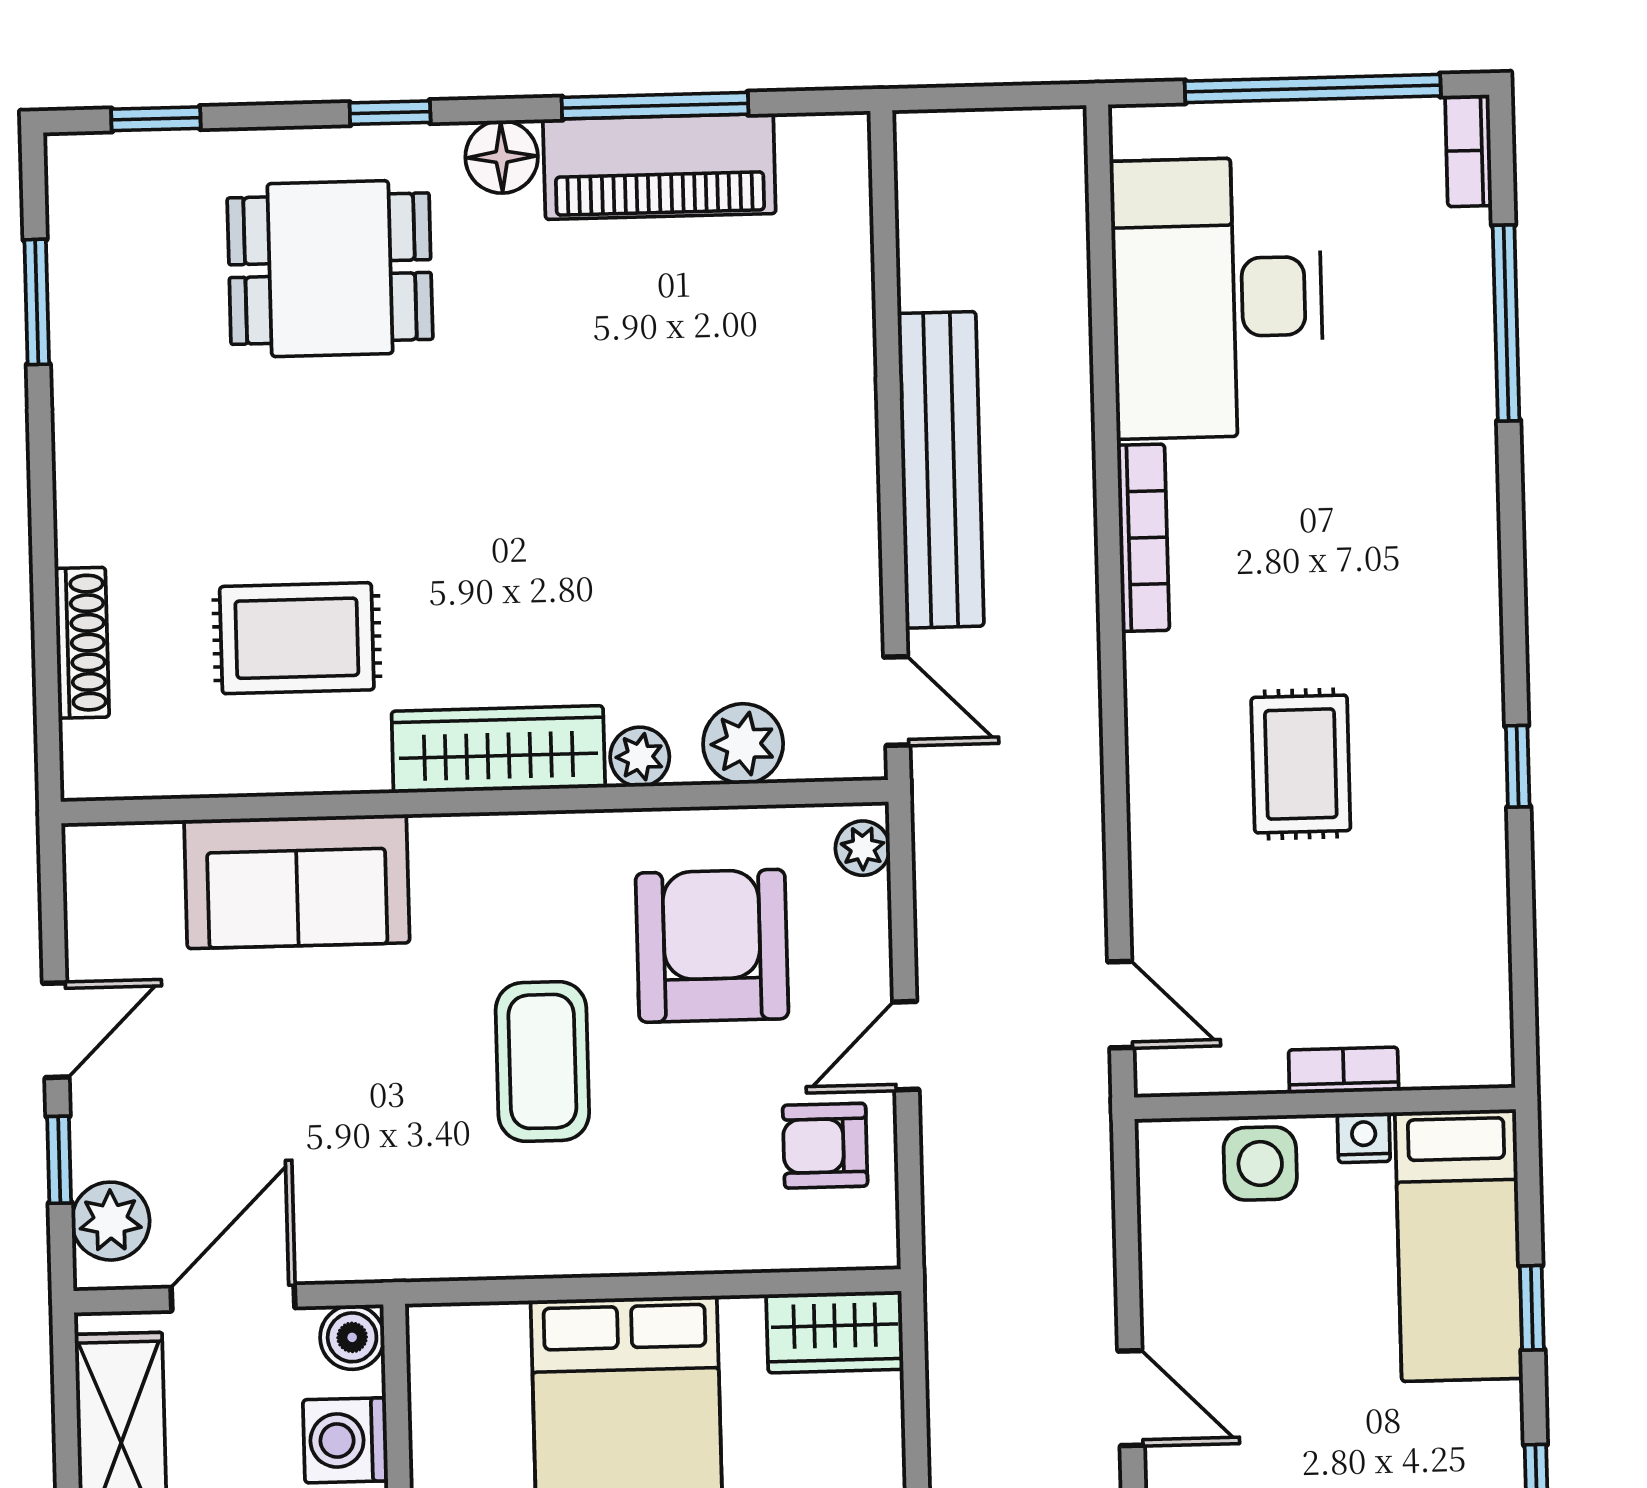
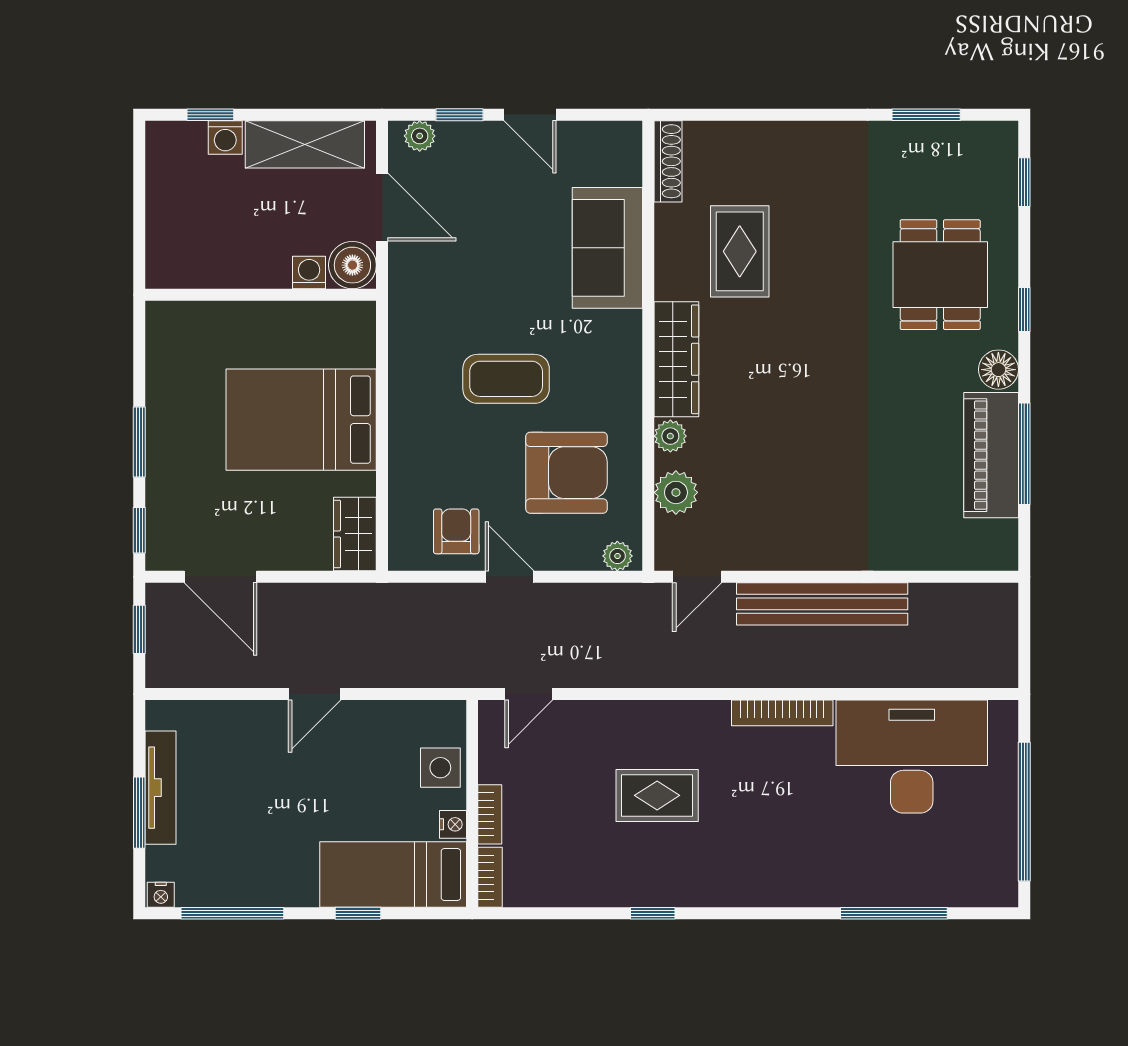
bookcase: (1469, 151) -> (490, 877), moved, turned 90
shoe rack: (82, 643) -> (668, 161), moved, turned -90
plant: (111, 1221) -> (420, 136), width x0.73, depth x0.73
boiler: (352, 1337) -> (352, 265), width x1.36, depth x1.36
washing machine: (345, 1440) -> (309, 272), width x0.73, depth x0.73

